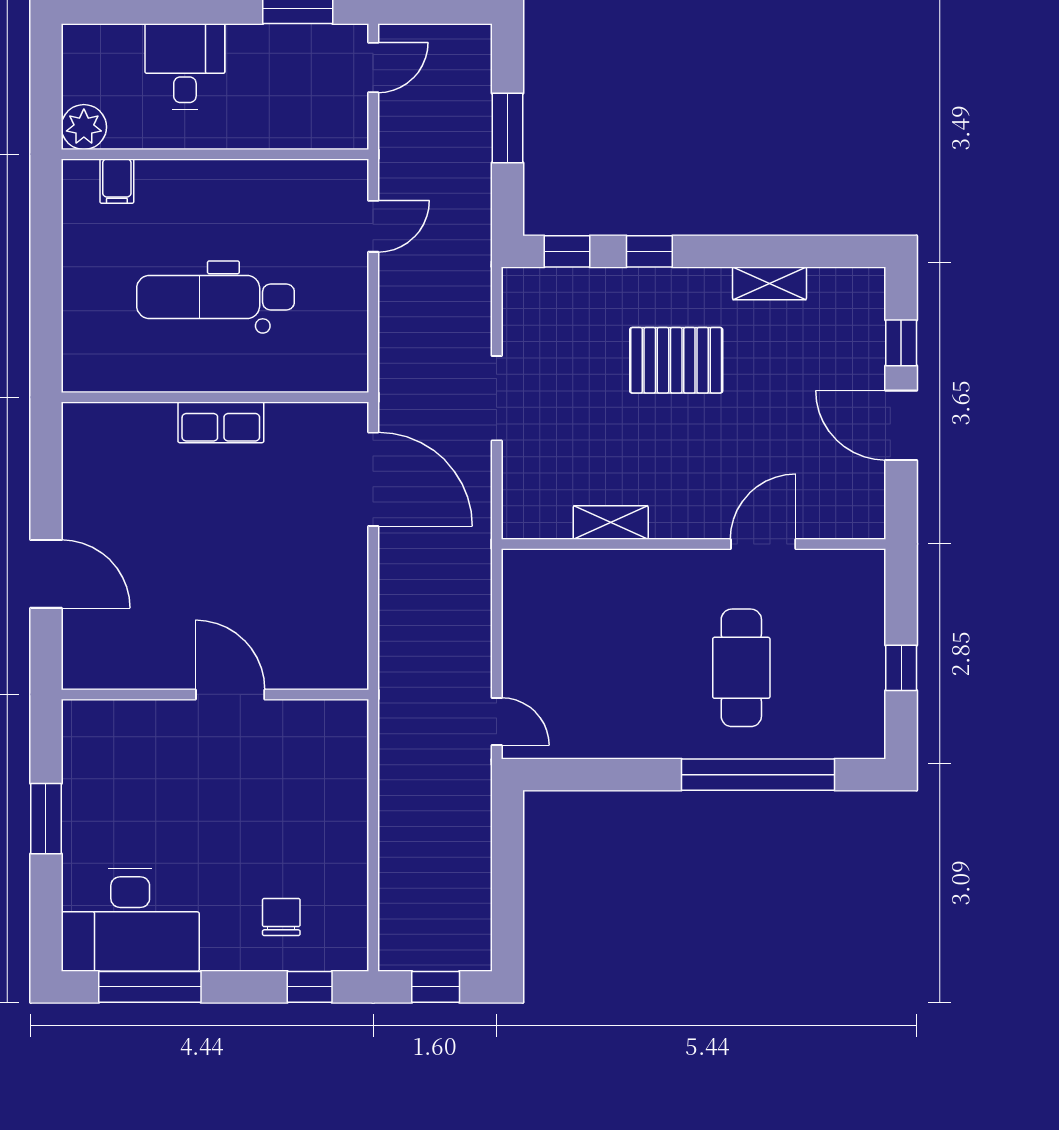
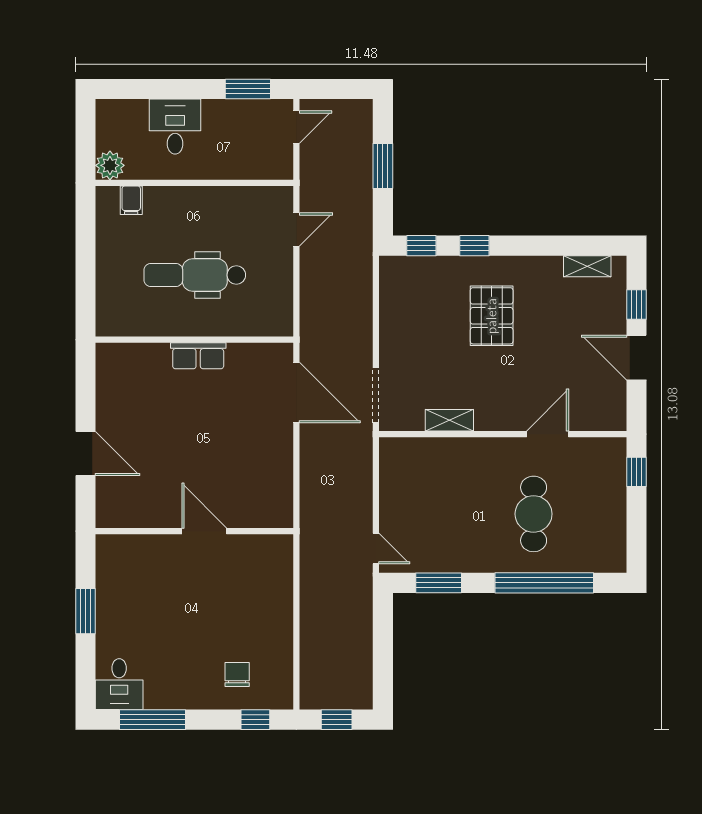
shelving: (769, 283) -> (587, 266), moved
pallet: (676, 360) -> (492, 316), turned 90
doorway: (497, 398) -> (376, 395), moved
window: (901, 668) -> (637, 472), moved
window: (594, 775) -> (439, 583), added
desk: (130, 920) -> (119, 684), width x0.53, depth x0.77

